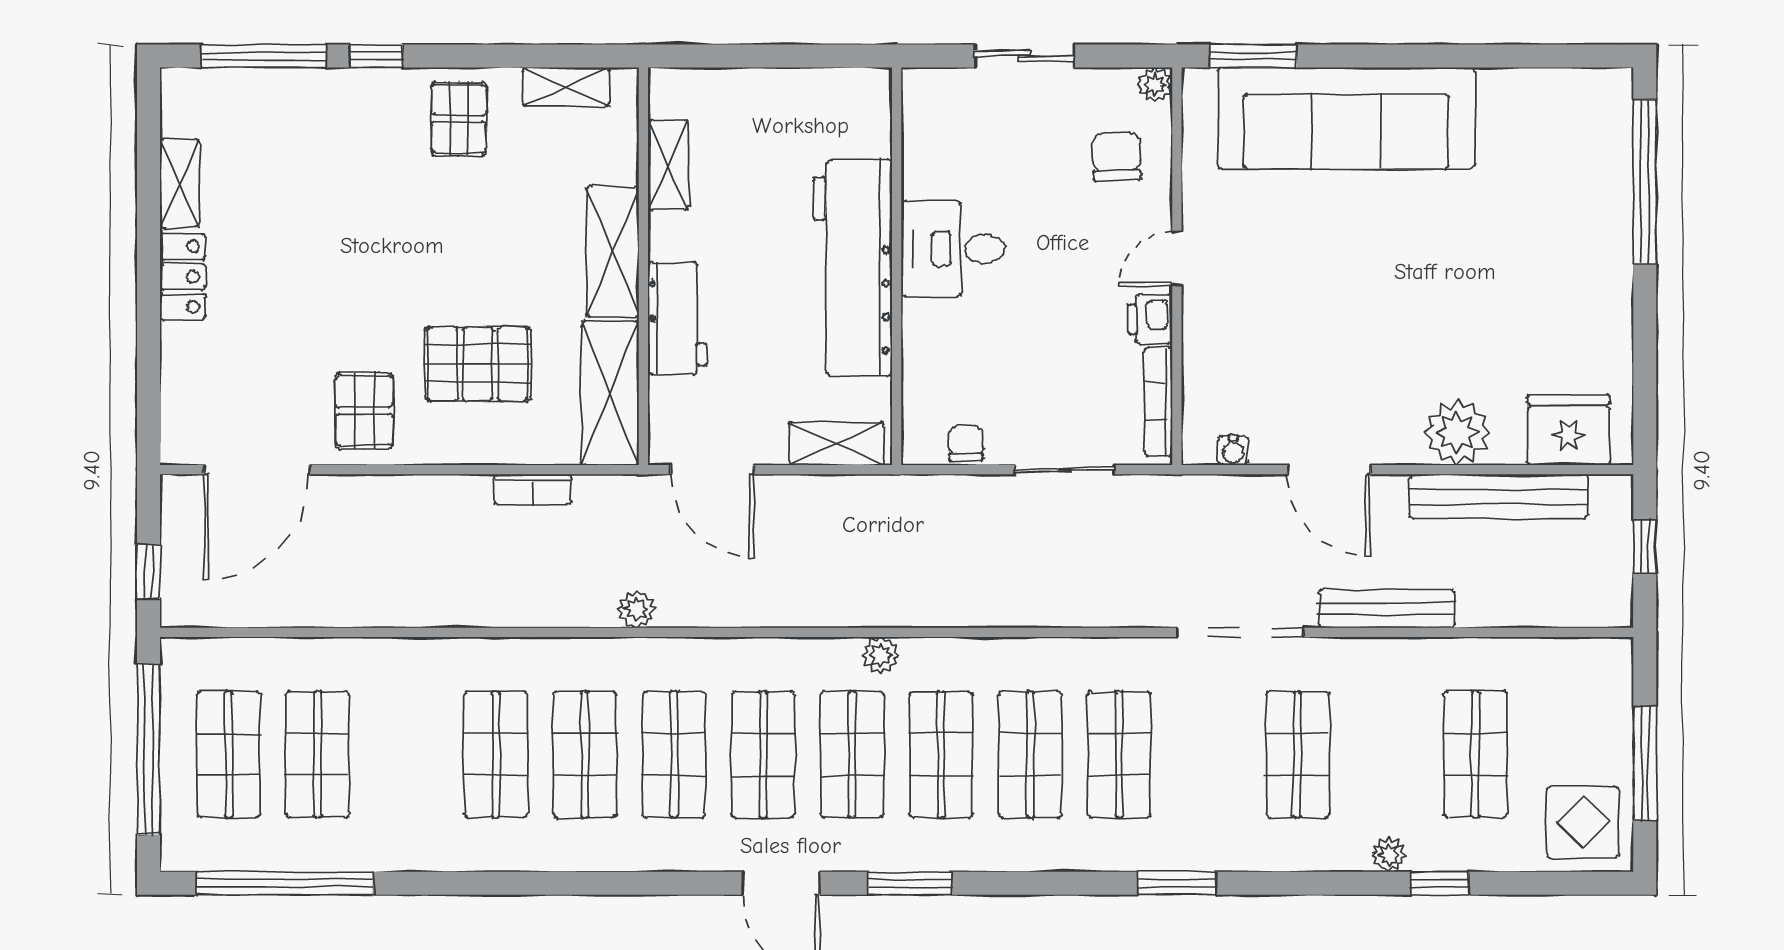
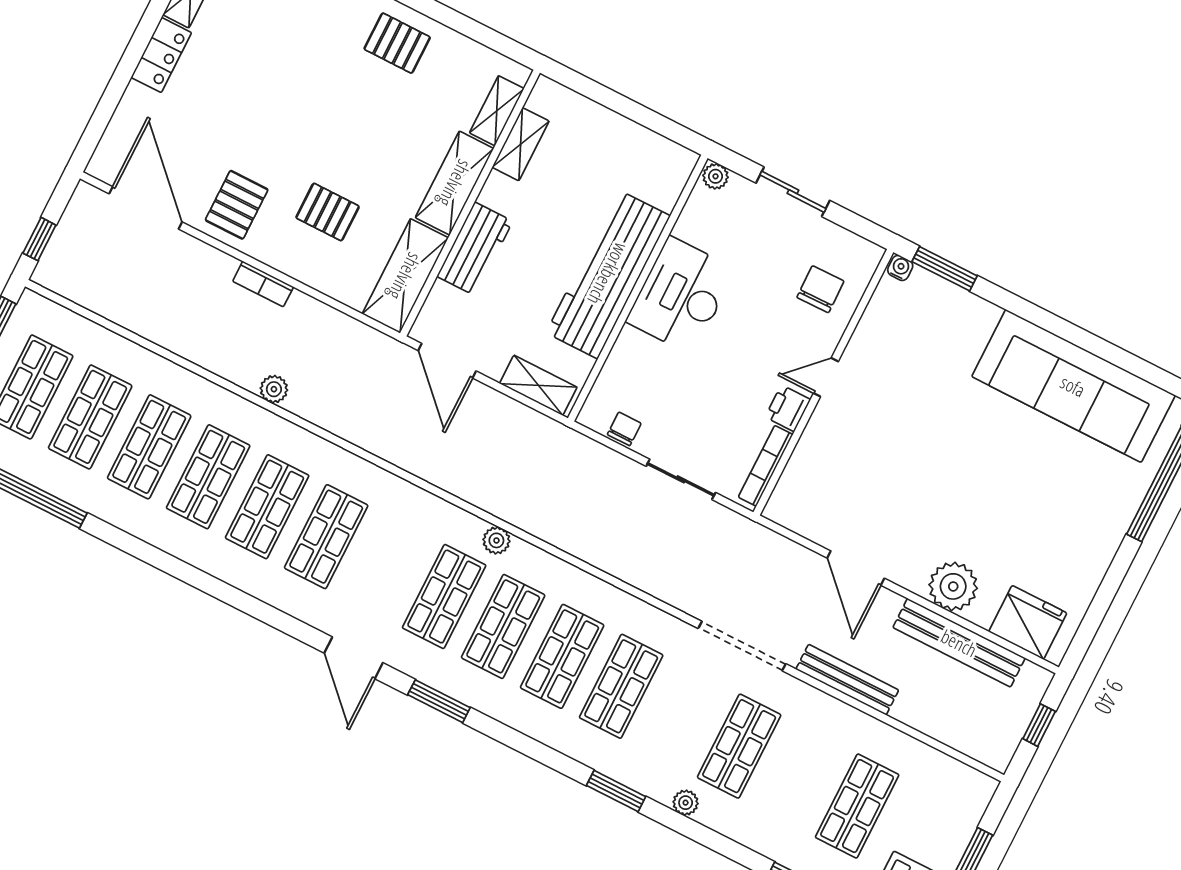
plant: (1155, 85) -> (716, 176), moved
shelving: (566, 87) -> (497, 111), moved, turned 90
sofa: (1346, 118) -> (1073, 386), moved
pallet: (459, 119) -> (397, 43), turned 90
desk: (953, 249) -> (681, 295), width x1.37
pallet: (478, 364) -> (328, 212), width x0.67, depth x0.71
water cooler: (1233, 450) -> (900, 268), moved, turned 180
door: (257, 470) -> (146, 208), swing flipped
bookcase: (533, 490) -> (263, 284), moved
plant: (636, 609) -> (274, 389), moved
shop shelf: (763, 754) -> (149, 447), moved
plant: (1389, 855) -> (686, 803), moved

